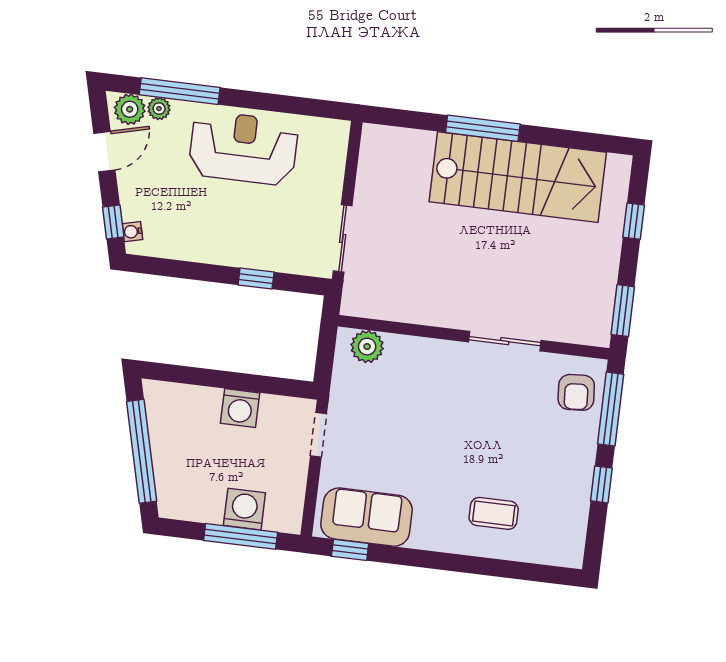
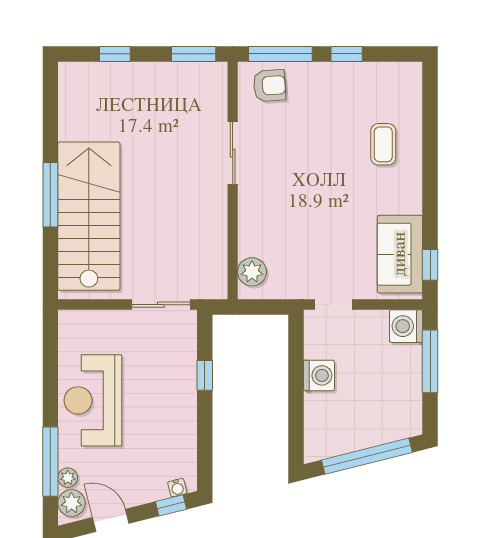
stairs: (518, 177) -> (89, 216), moved
washing machine: (244, 509) -> (406, 326), moved

